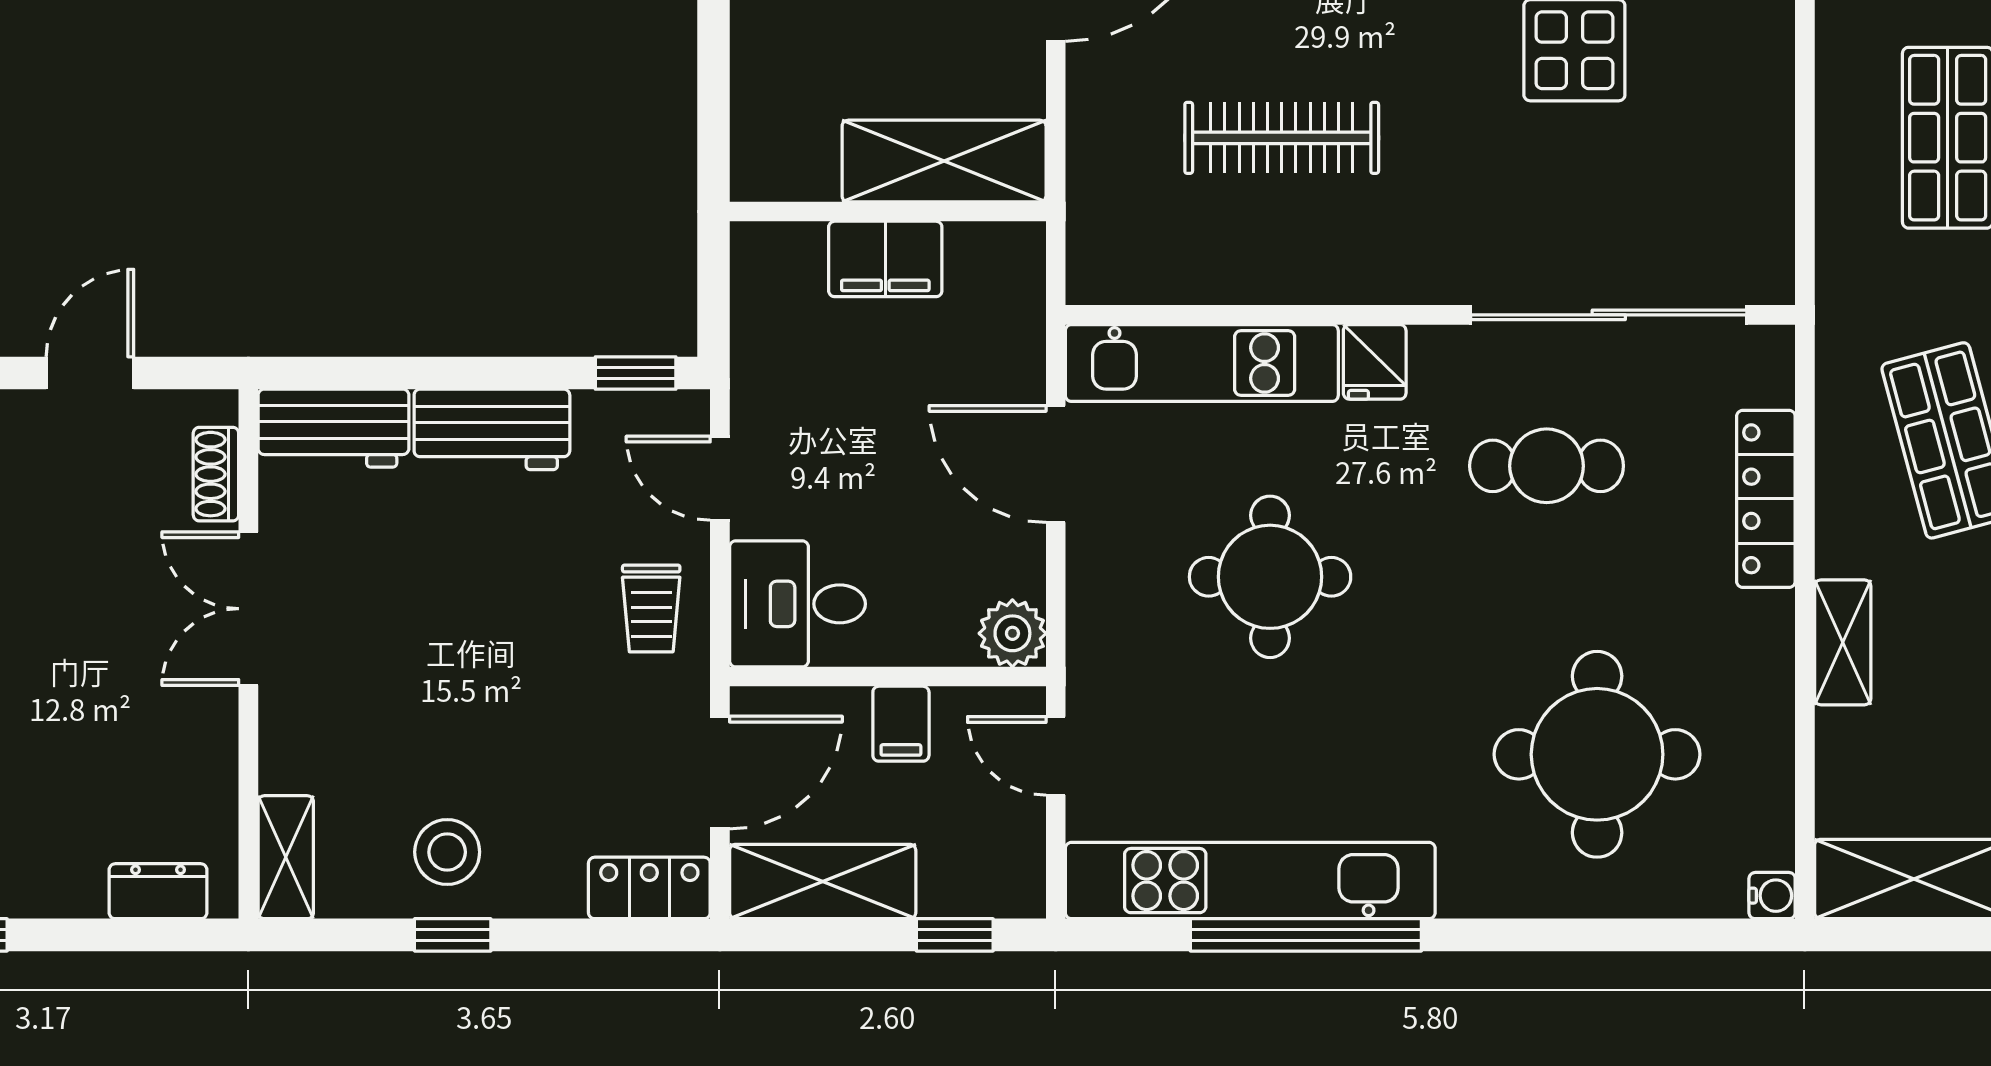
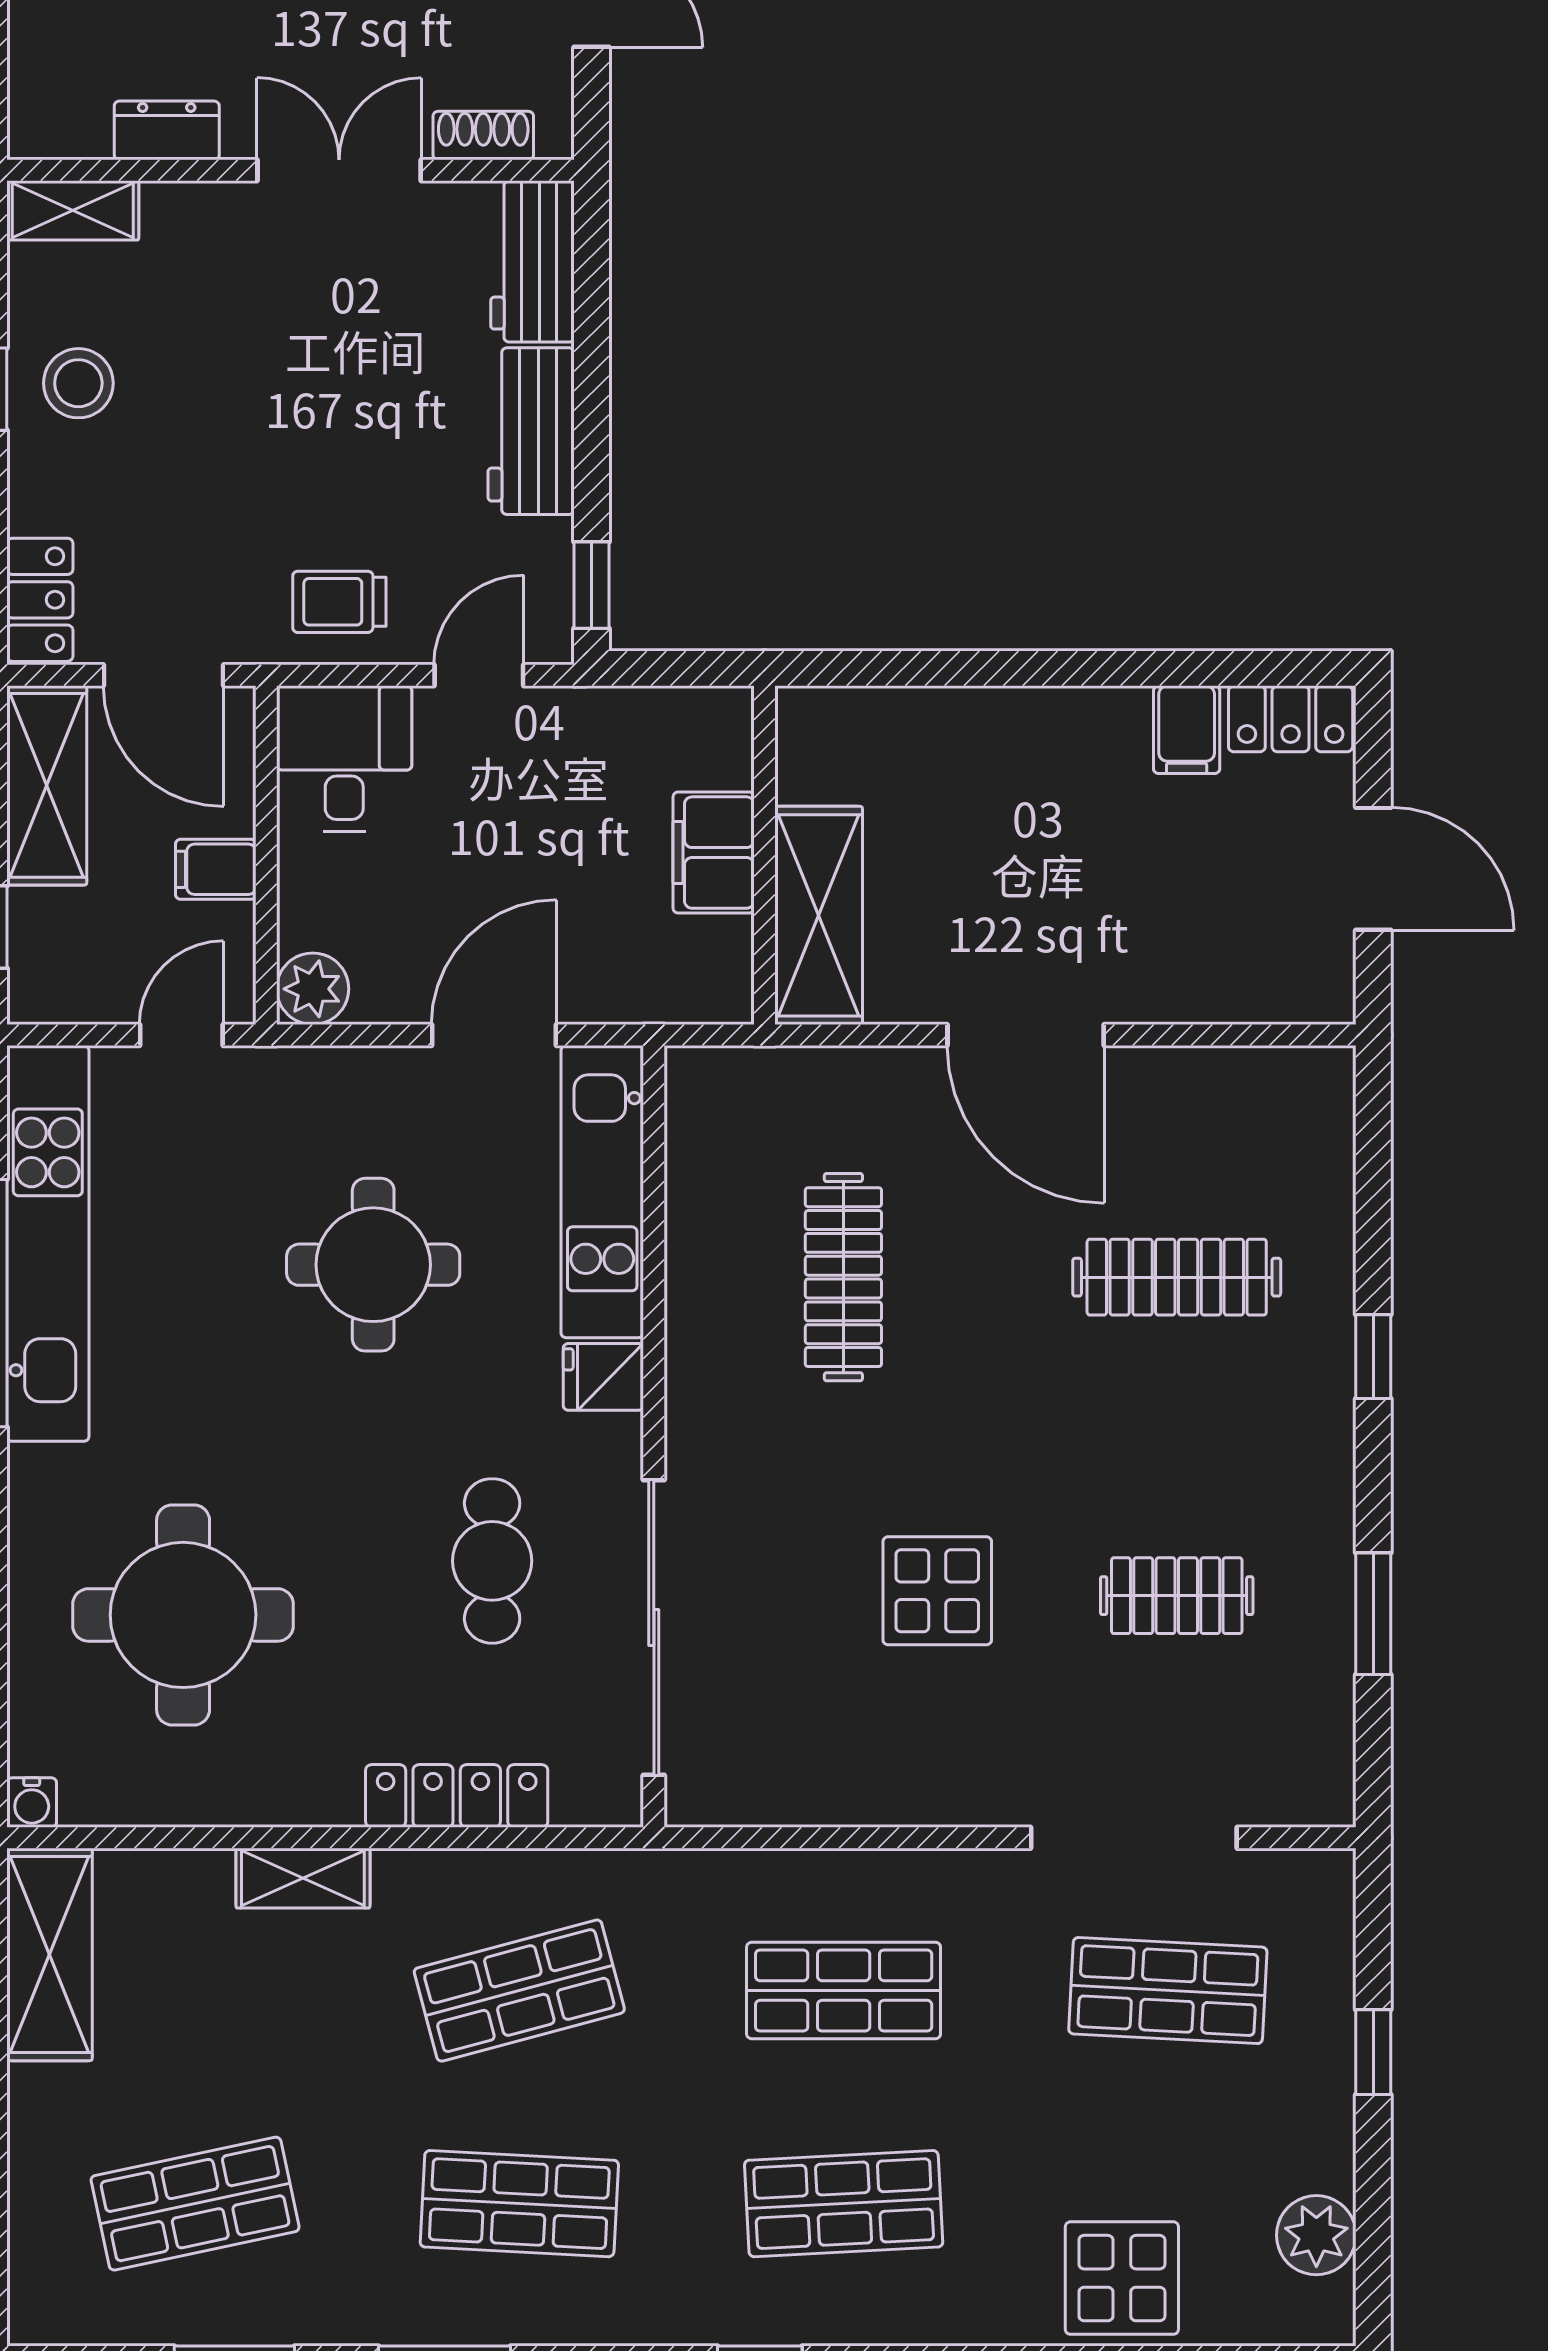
dresser: (158, 891) -> (167, 130), moved, turned -90

